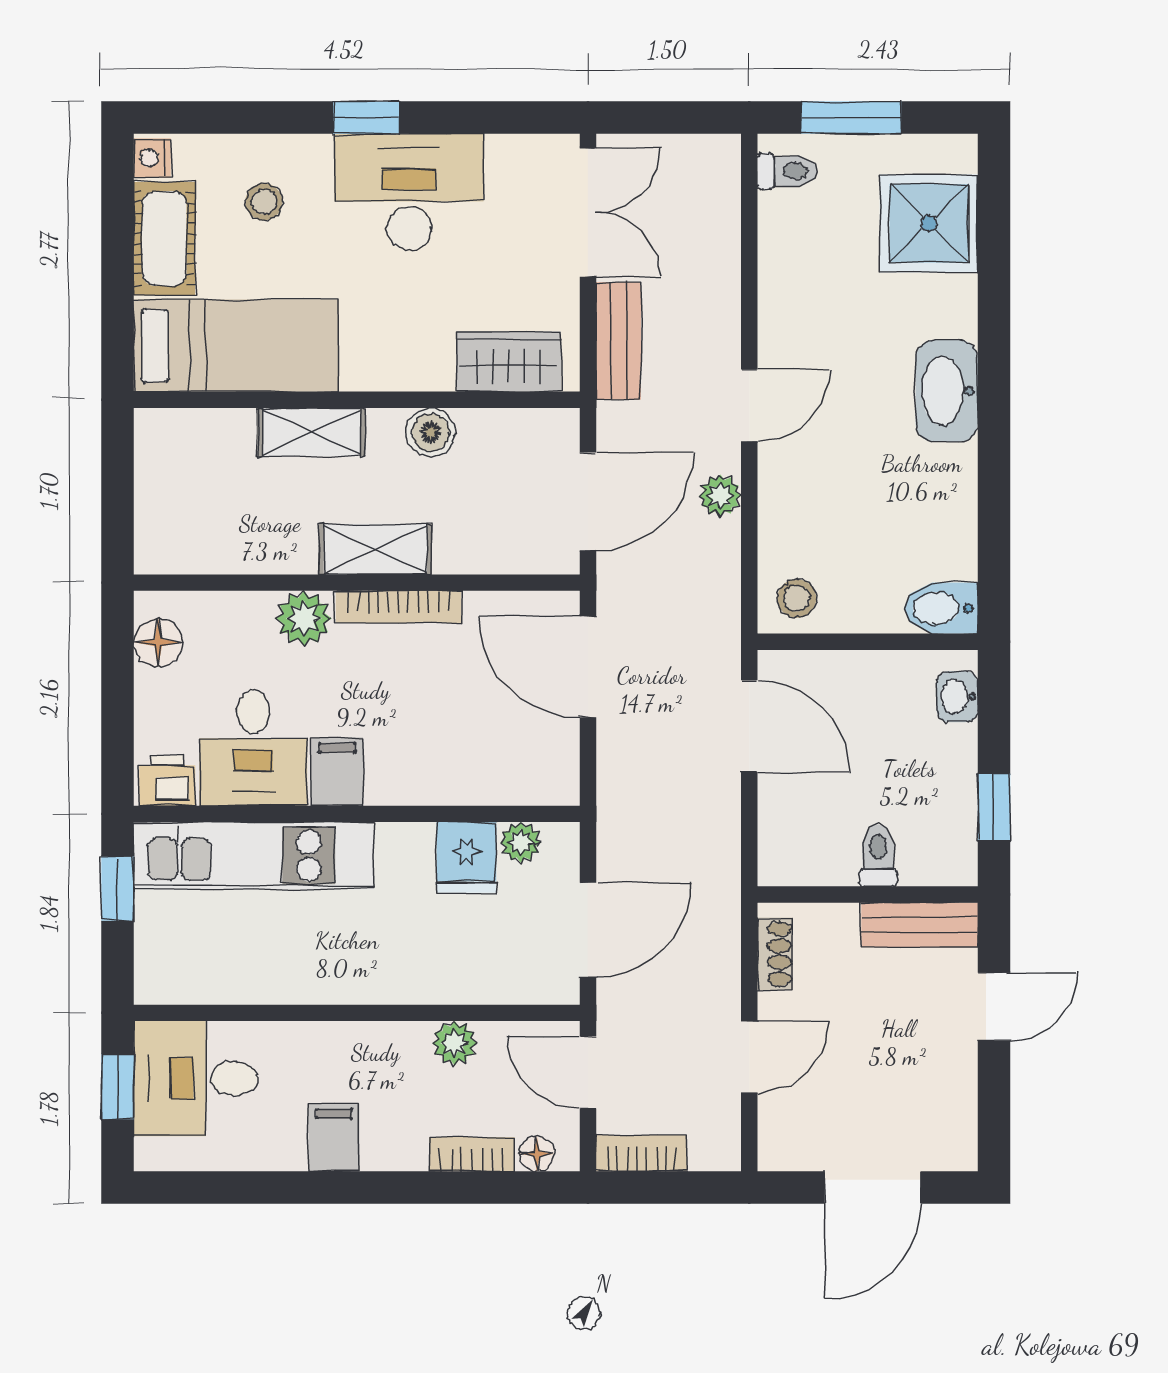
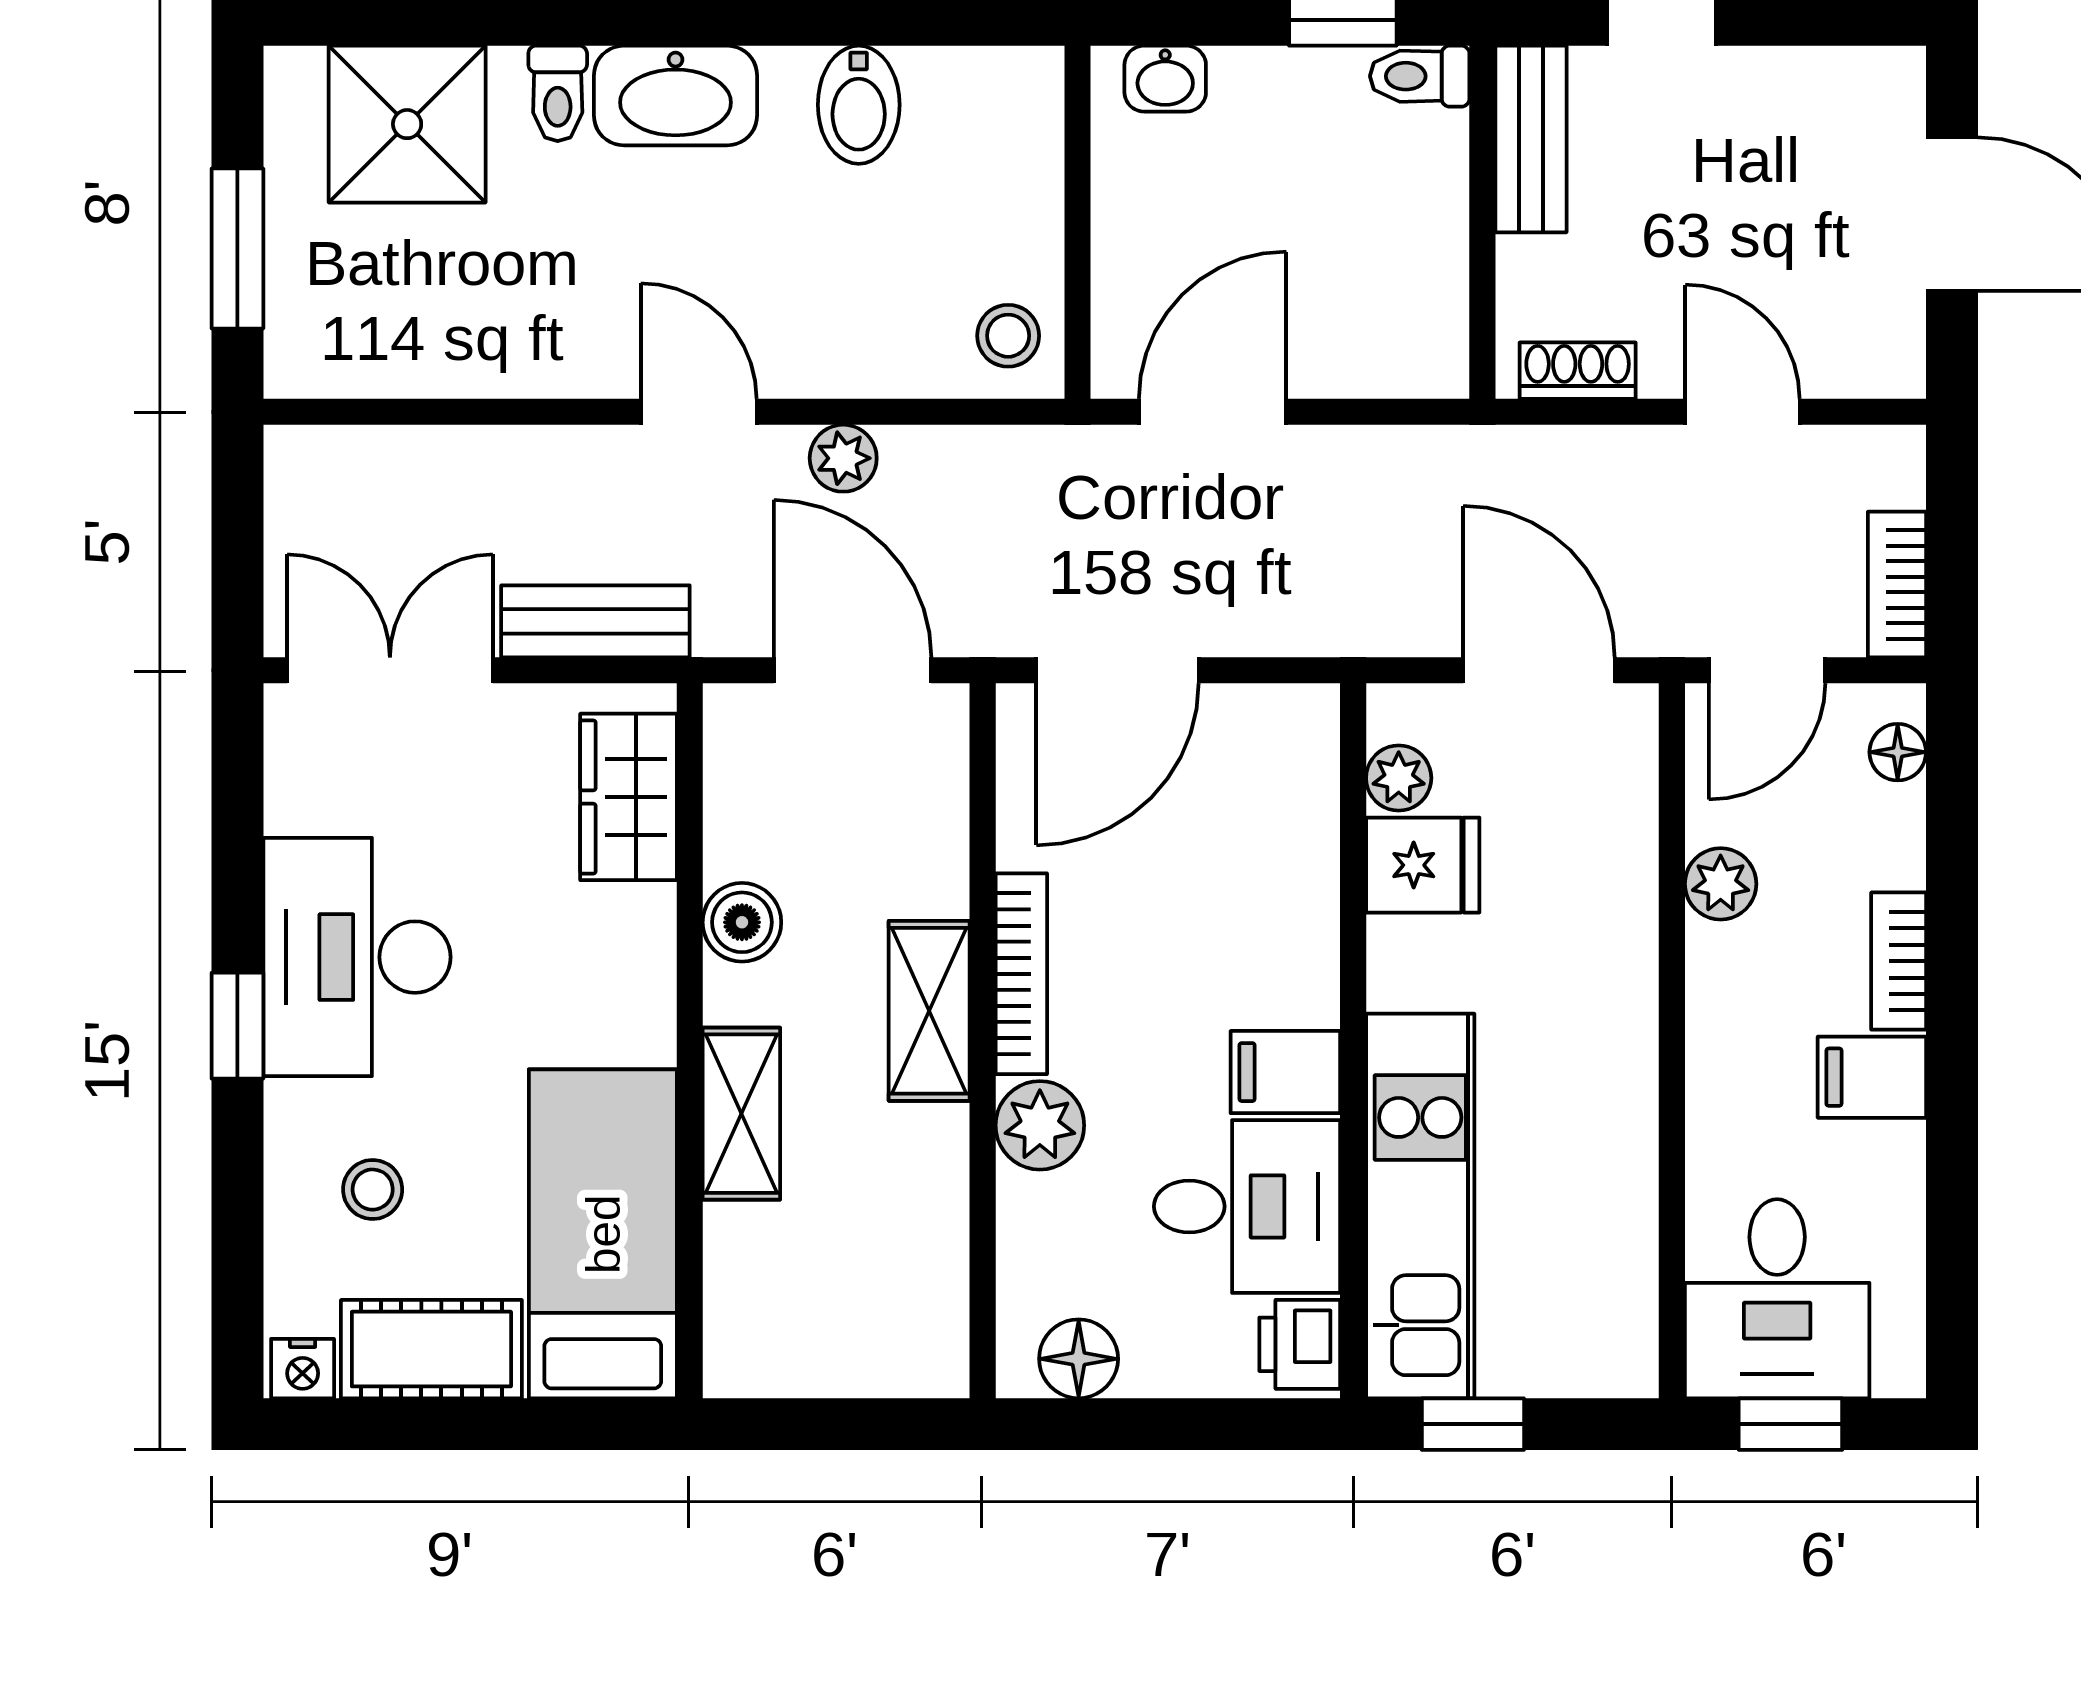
toilet: (787, 171) -> (558, 93), moved, turned 180
bidet: (941, 608) -> (859, 105), moved
toilet: (878, 855) -> (1420, 76), moved
bookcase: (472, 1154) -> (1899, 961), moved

